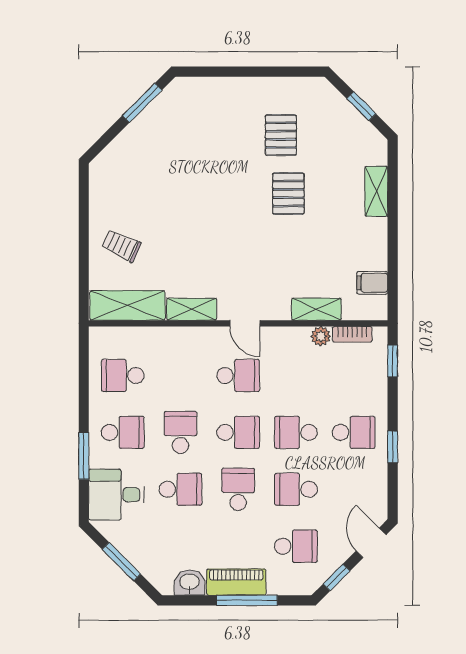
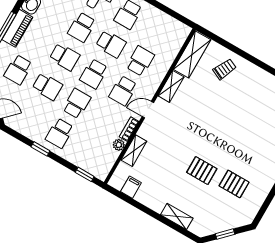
bookcase: (352, 334) -> (129, 129), moved
school desk: (123, 376) -> (140, 61), moved
school desk: (296, 489) -> (47, 87), turned 90

